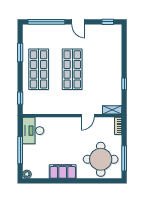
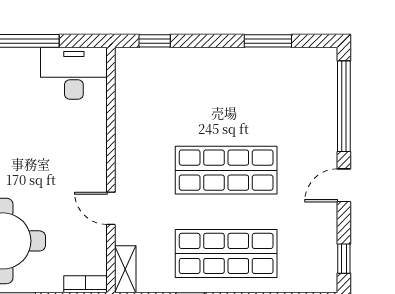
shop shelf: (39, 69) -> (226, 253), moved

